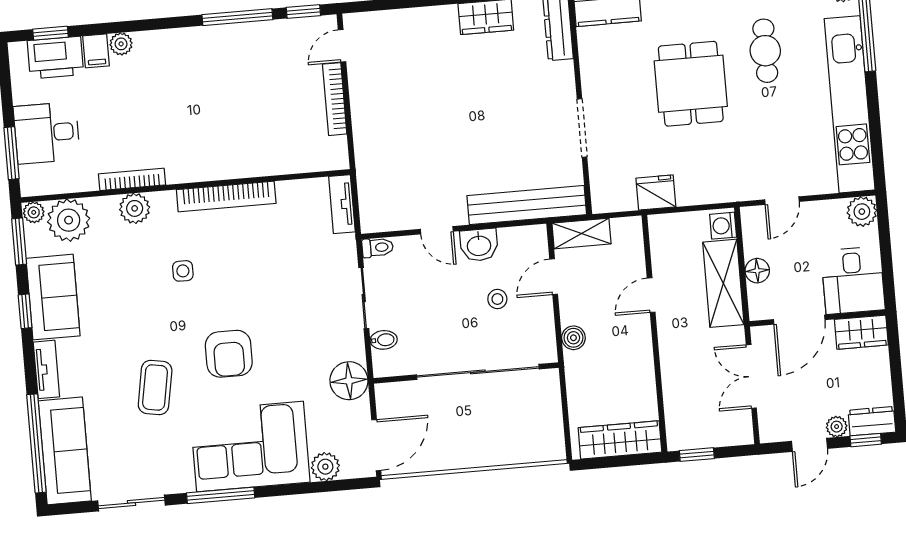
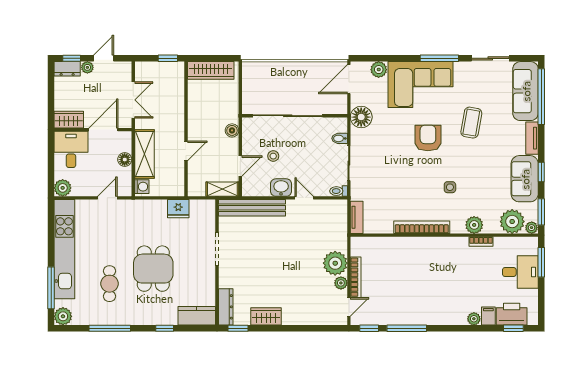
plant: (360, 87) -> (341, 283), added
plant: (373, 120) -> (335, 263), added
bookcase: (132, 179) -> (481, 242), width x0.64

